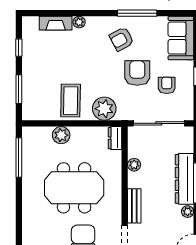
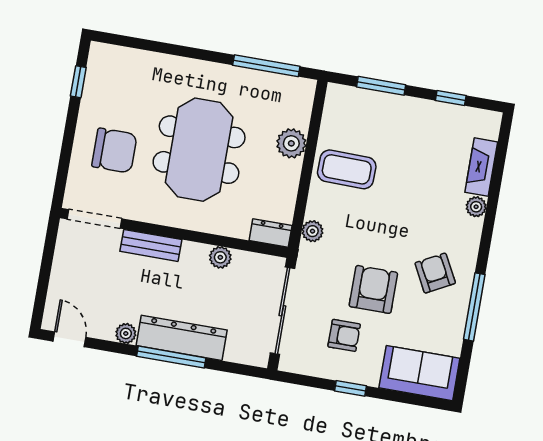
armchair: (137, 73) -> (373, 289), turned -90
plant: (104, 109) -> (312, 231), width x0.53, depth x0.53

